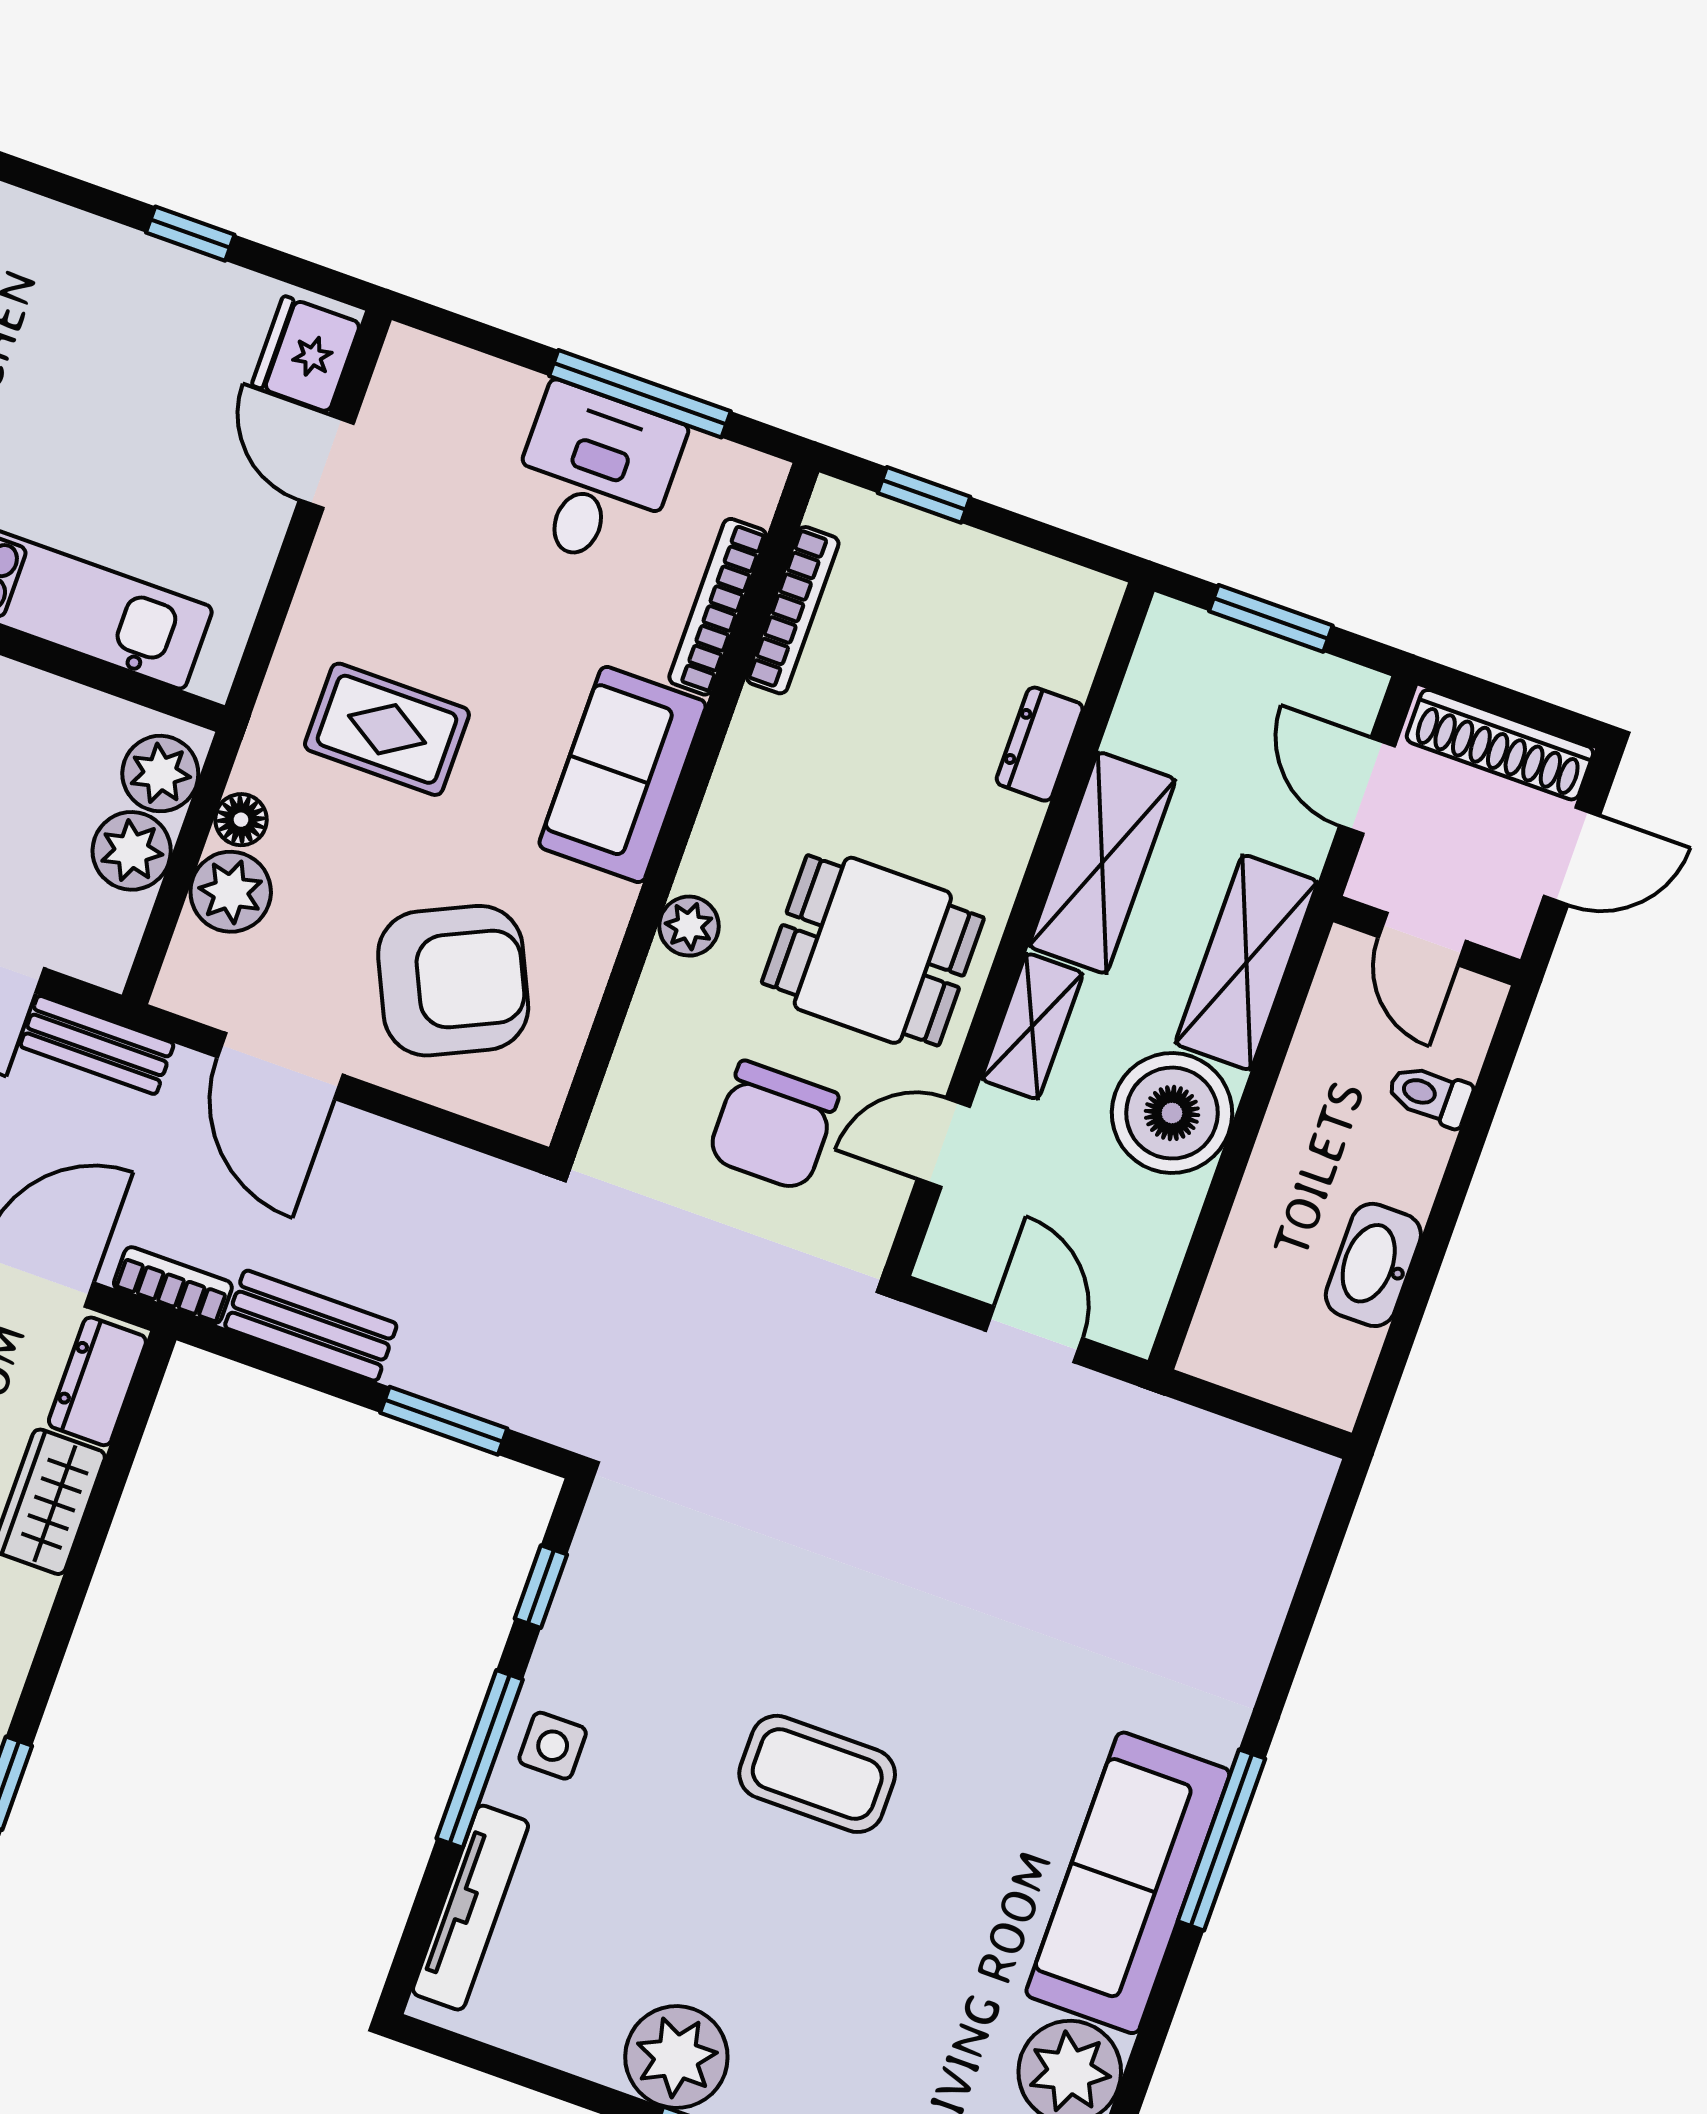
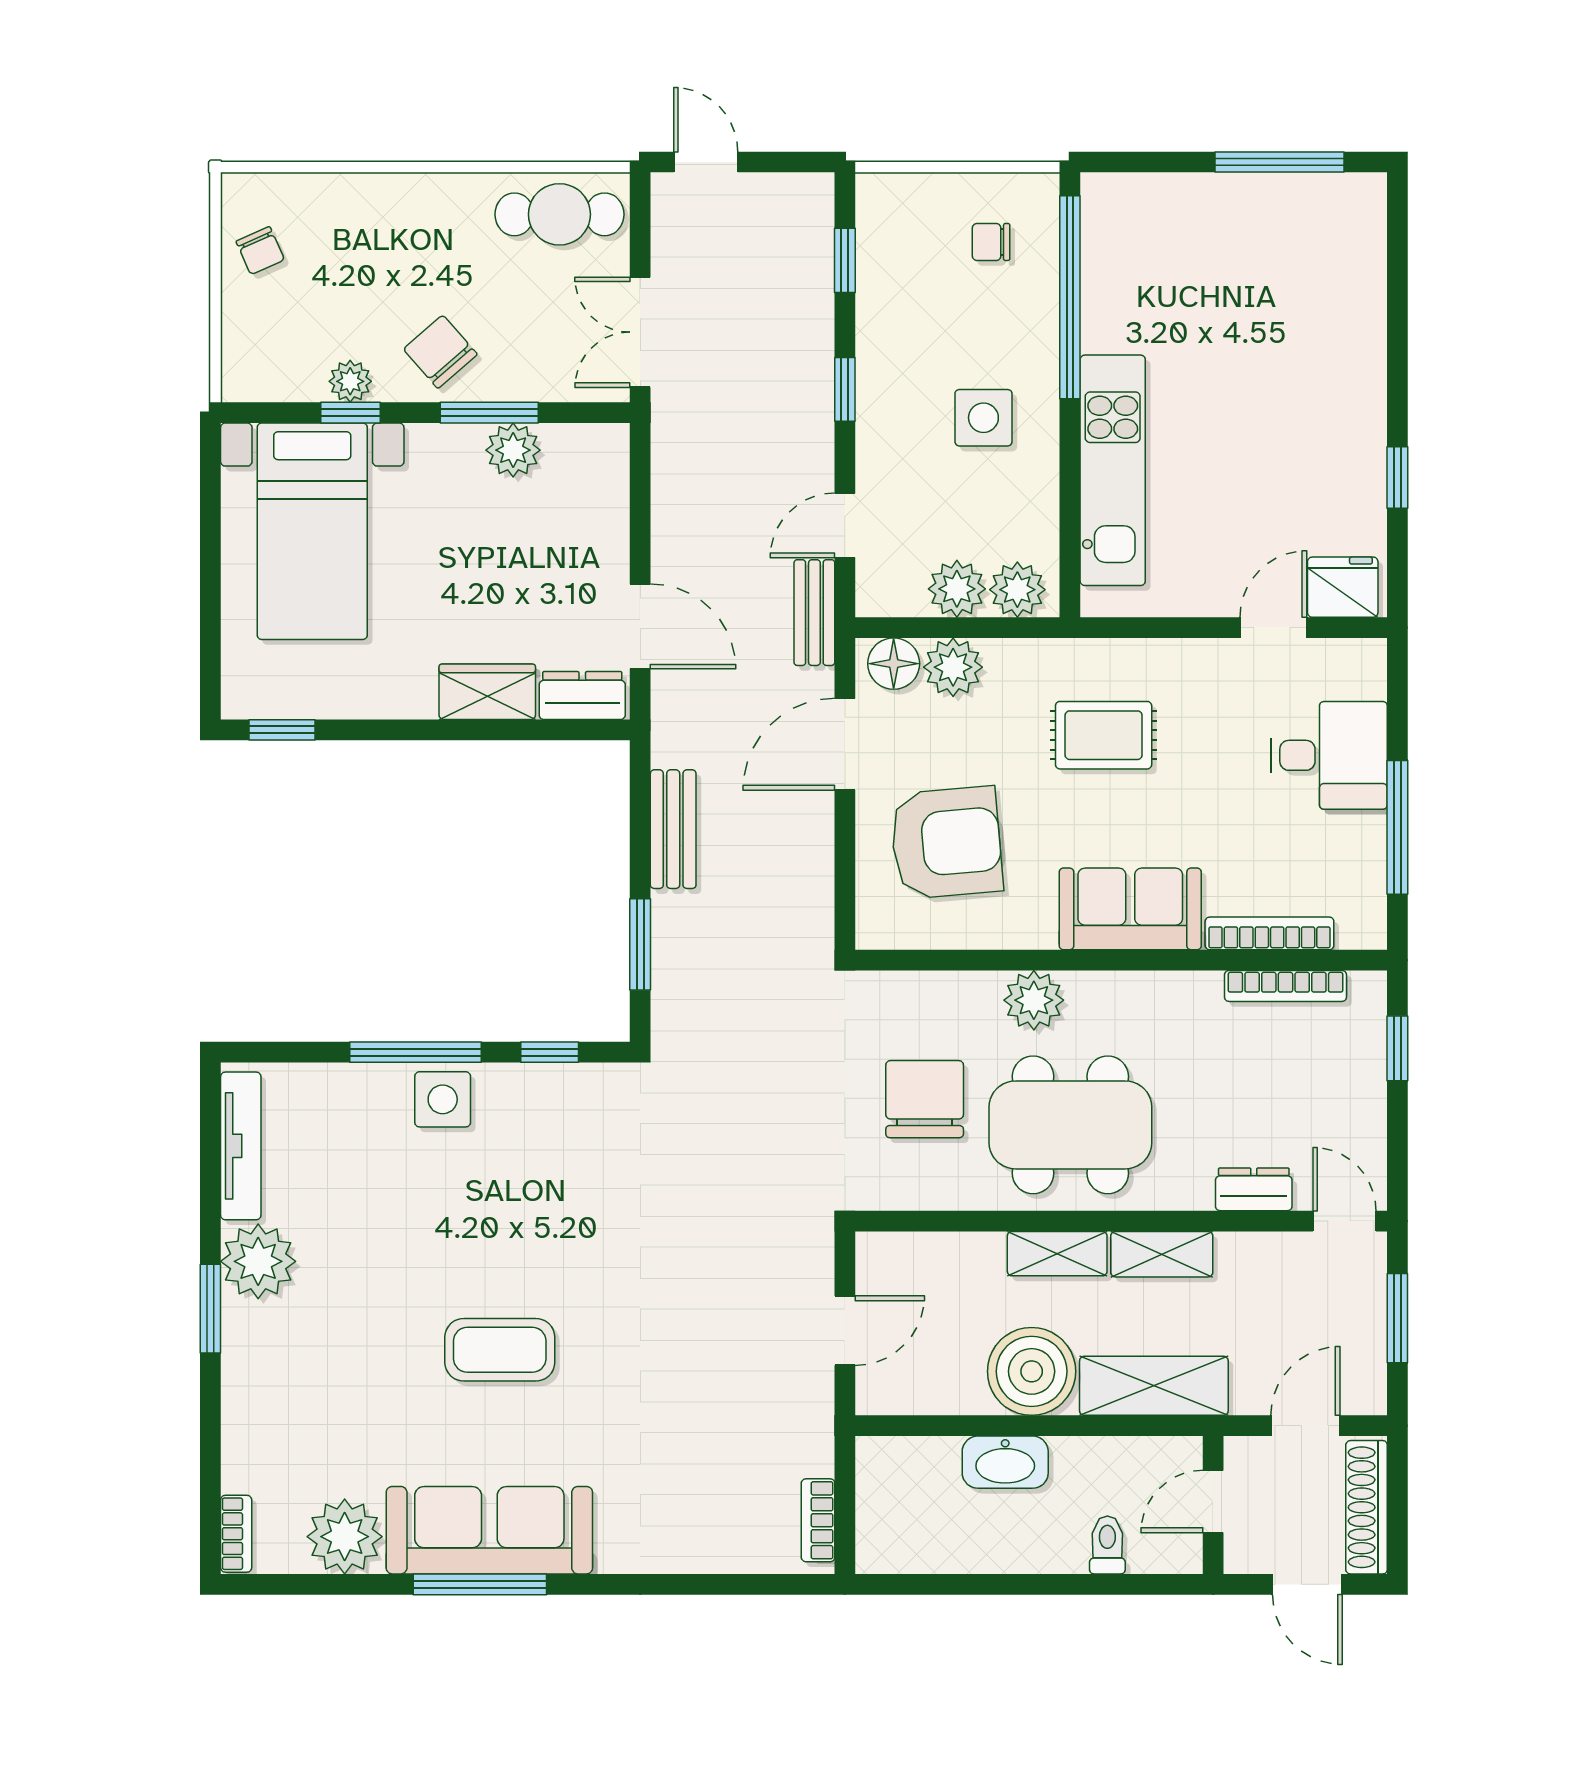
desk: (594, 477) -> (1329, 755), moved
rug: (387, 729) -> (1104, 735), turned 90
floor lamp: (241, 820) -> (894, 664), moved, width x1.37, depth x1.37
shelving: (1102, 863) -> (1162, 1254), width x0.67, depth x0.75
plant: (689, 926) -> (1034, 1000), width x1.38, depth x1.38
dining table: (873, 950) -> (1070, 1125), width x1.38
armchair: (453, 981) -> (946, 843), turned -70
chair: (773, 1126) -> (925, 1099), turned 90
door: (944, 1143) -> (1344, 1221), moved
washbasin: (1373, 1265) -> (1005, 1462), moved, turned 180
bookcase: (173, 1285) -> (818, 1520), moved, turned 180
side table: (553, 1746) -> (443, 1099), width x1.37, depth x1.37
coffee table: (817, 1774) -> (500, 1350), moved, turned 90
window: (1222, 1840) -> (480, 1584), moved
tv unit: (470, 1908) -> (241, 1146), moved, turned -90

